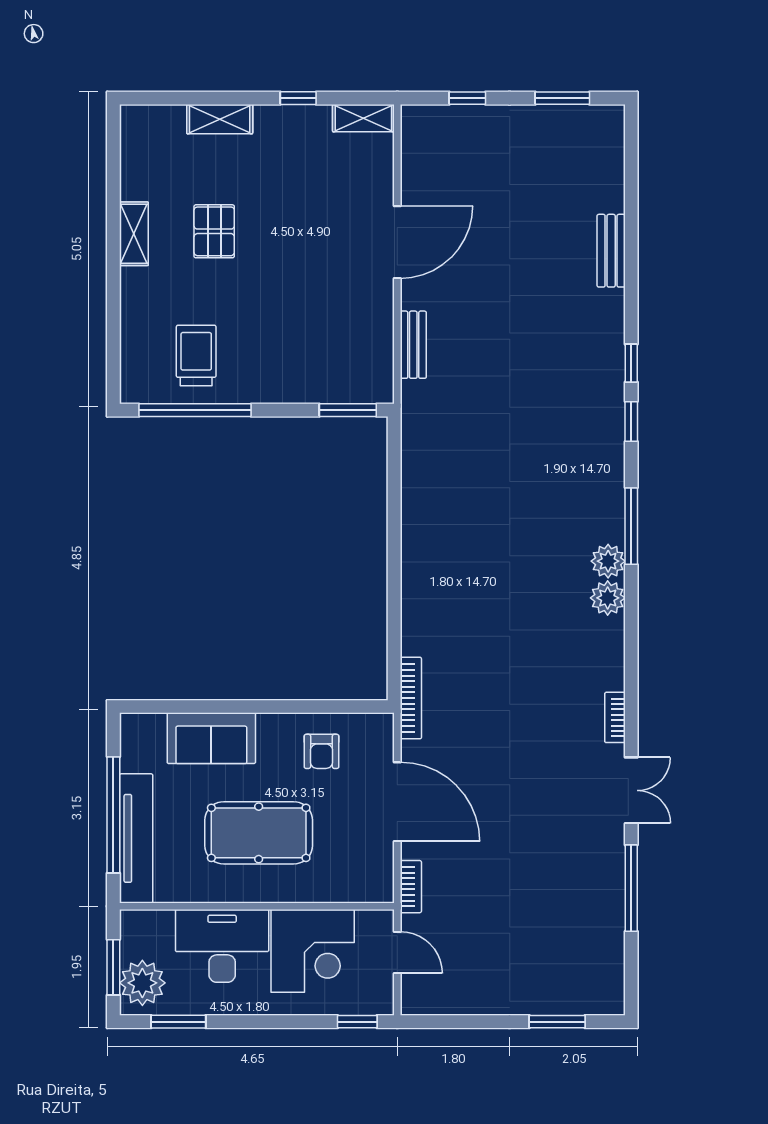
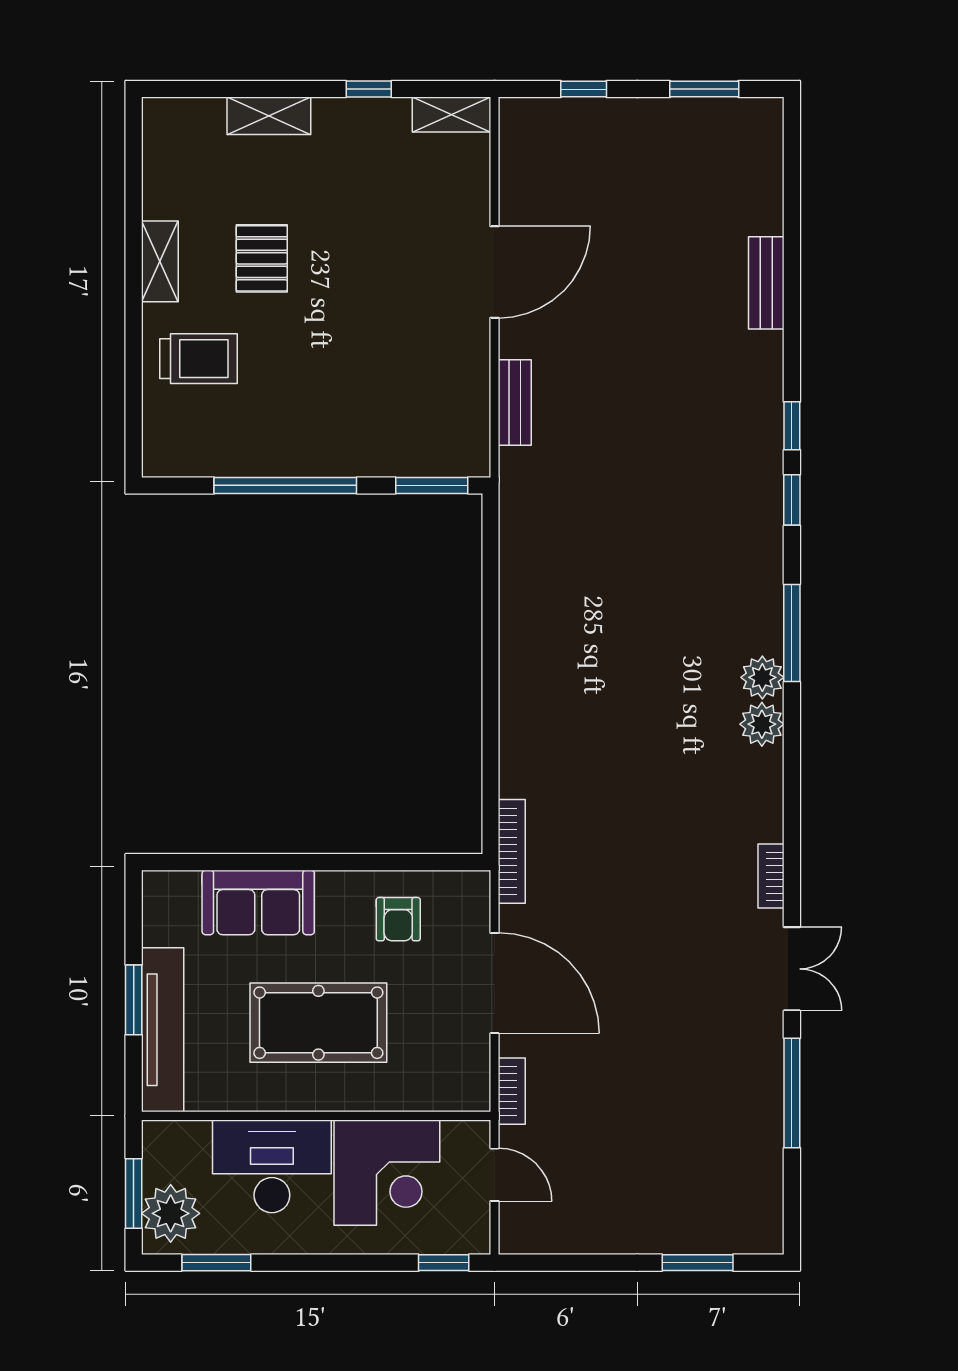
trolley: (196, 356) -> (198, 359), moved, turned 90
window: (195, 410) -> (285, 485), moved
window: (113, 815) -> (134, 1000), width x0.47

